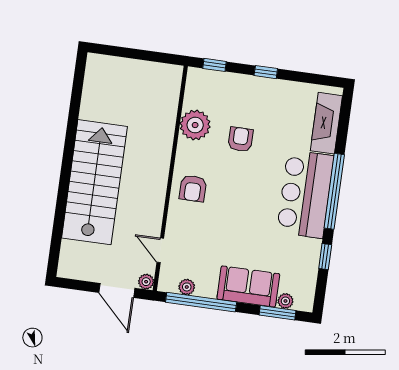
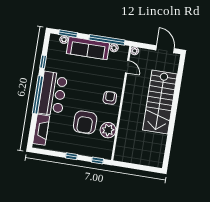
armchair: (241, 139) -> (85, 122), width x1.88, depth x1.88
sofa: (248, 286) -> (88, 48), width x1.36
door: (117, 290) -> (165, 49), moved

